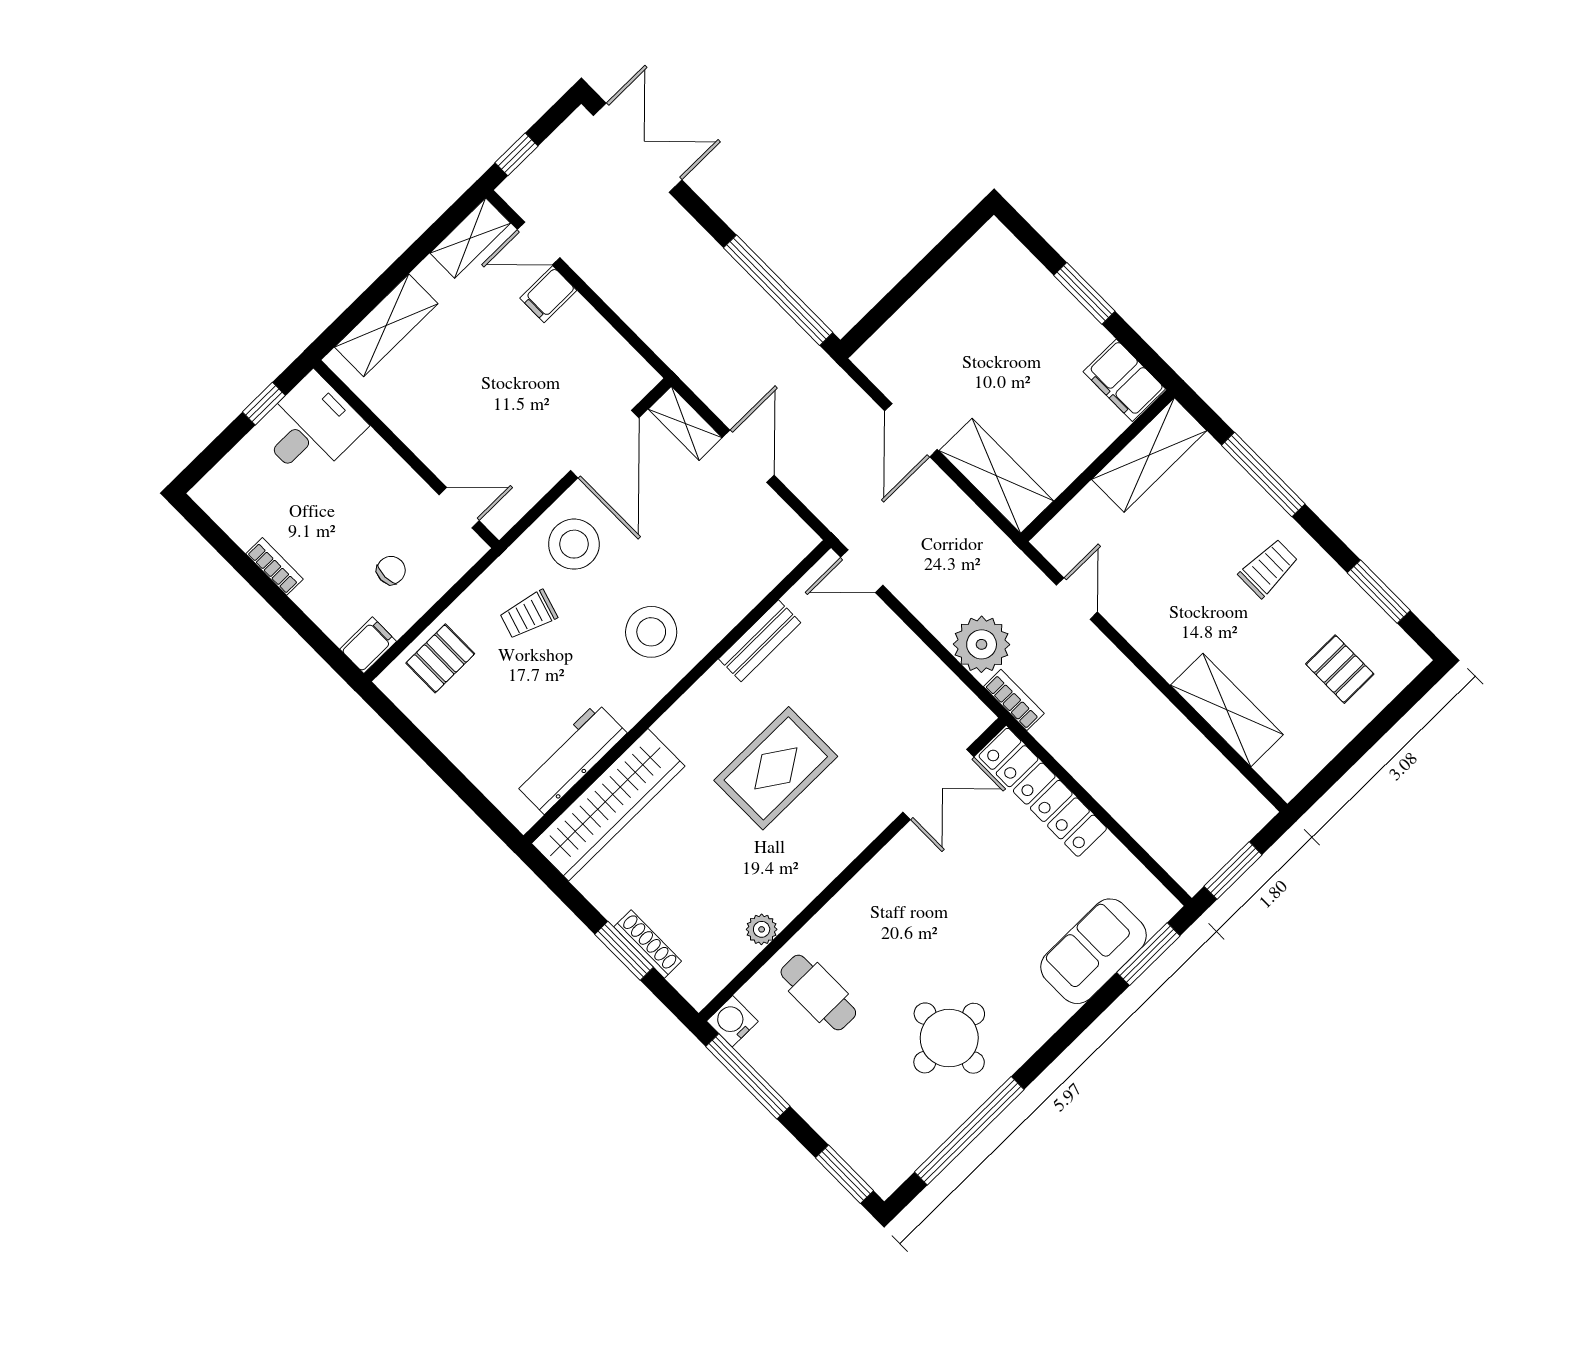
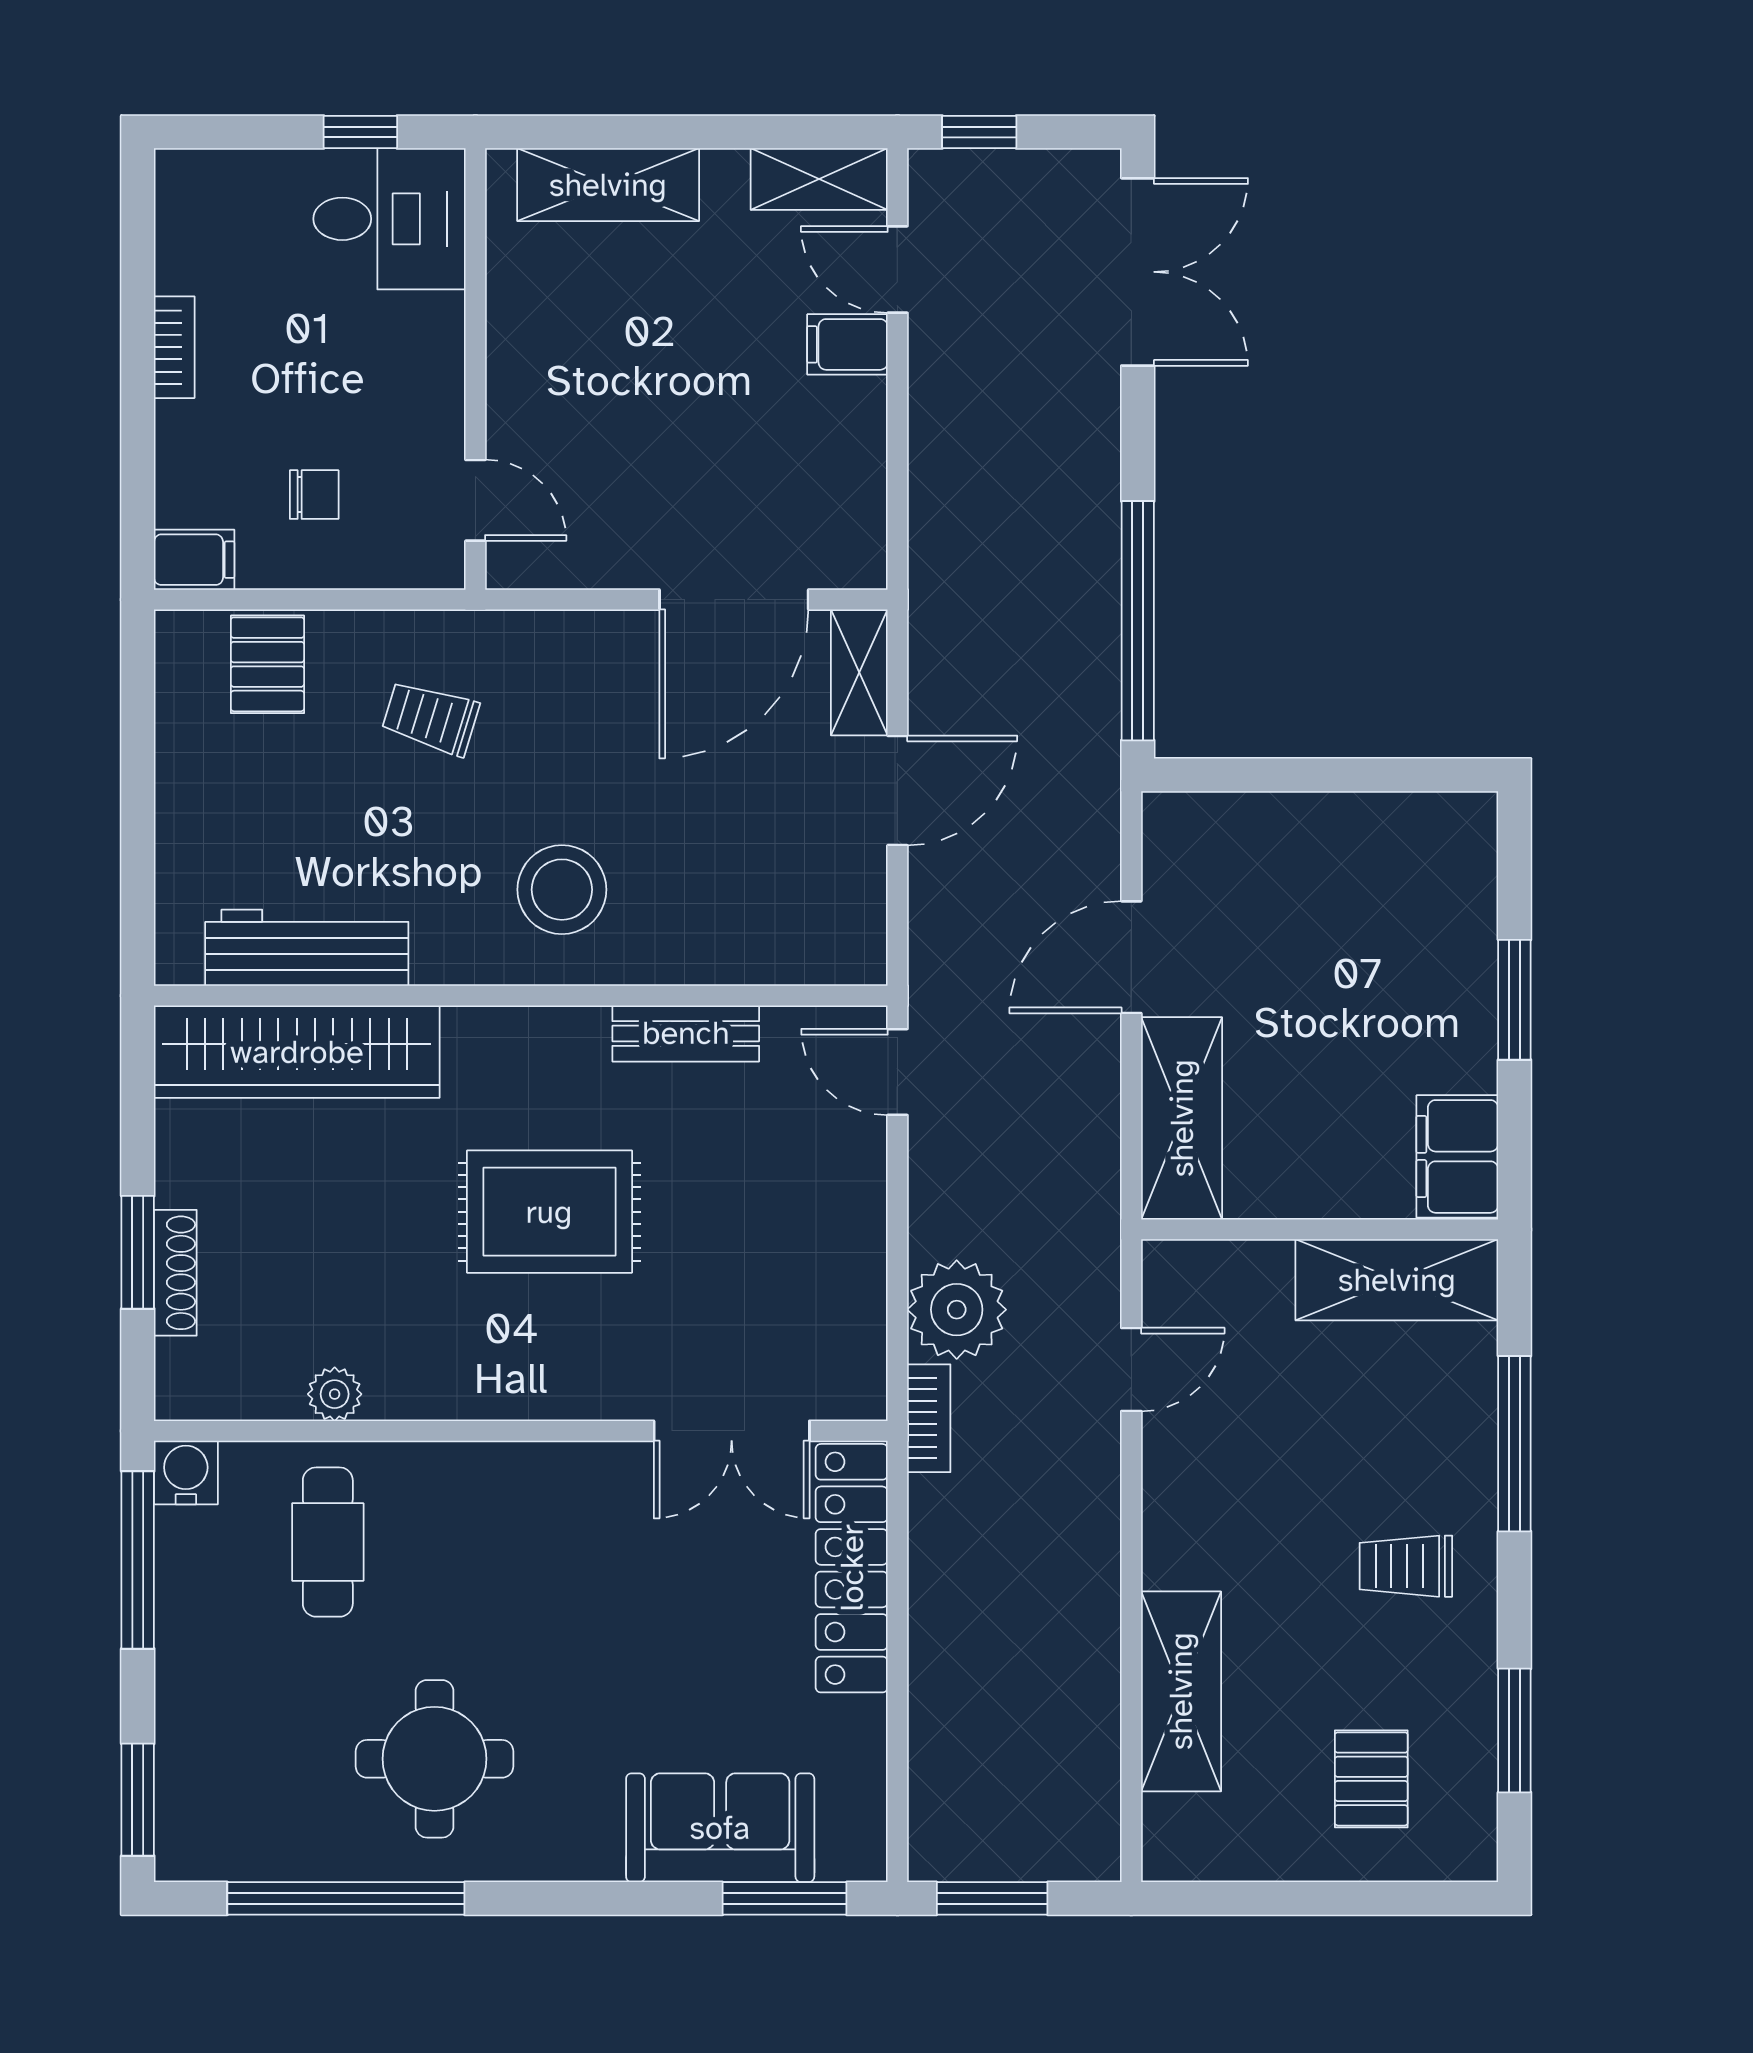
stool: (574, 544) -> (573, 686), removed
trolley: (1268, 568) -> (1406, 1566), turned 180
pallet: (440, 658) -> (267, 664), turned 90

